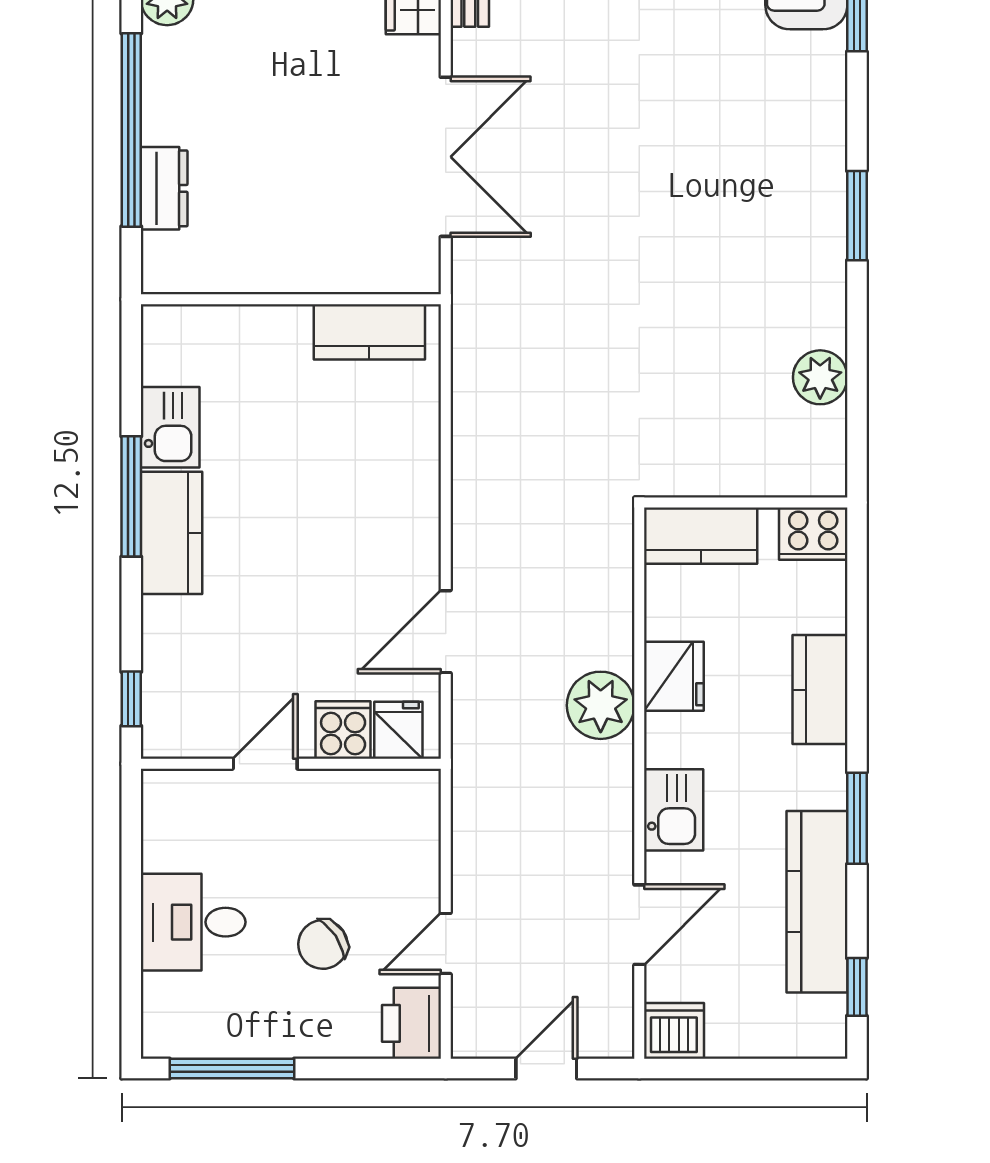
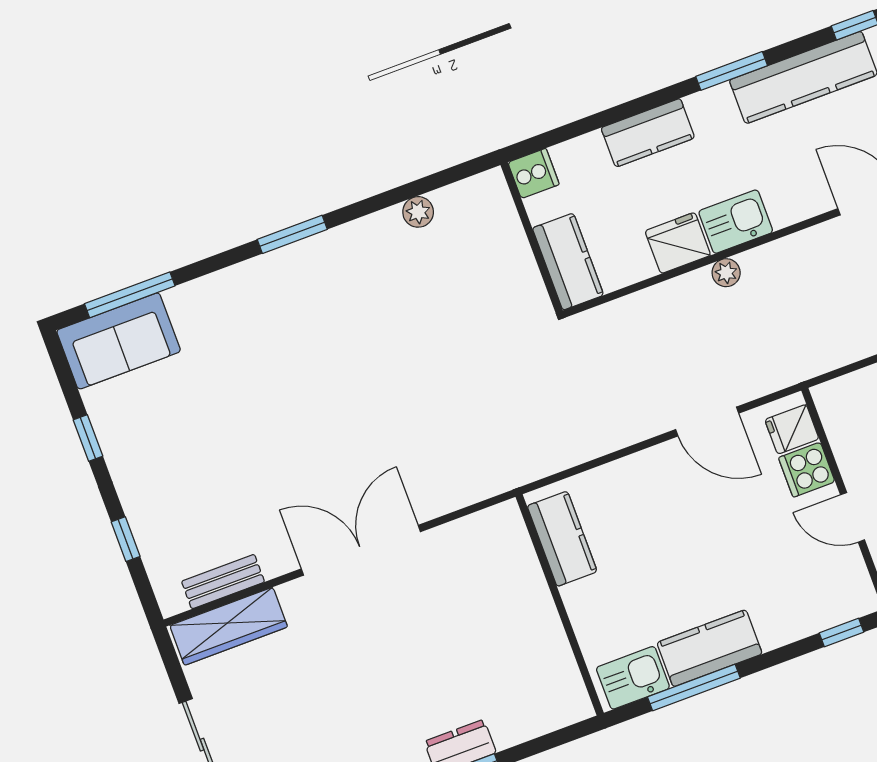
wall: (291, 299) -> (560, 605), moved
kitchen counter: (369, 332) -> (562, 539), moved
plant: (820, 377) -> (418, 212), width x0.73, depth x0.73
cooker: (813, 534) -> (534, 173), width x0.73
plant: (601, 705) -> (726, 273), width x0.53, depth x0.53
kitchen sink: (674, 810) -> (736, 222), moved

